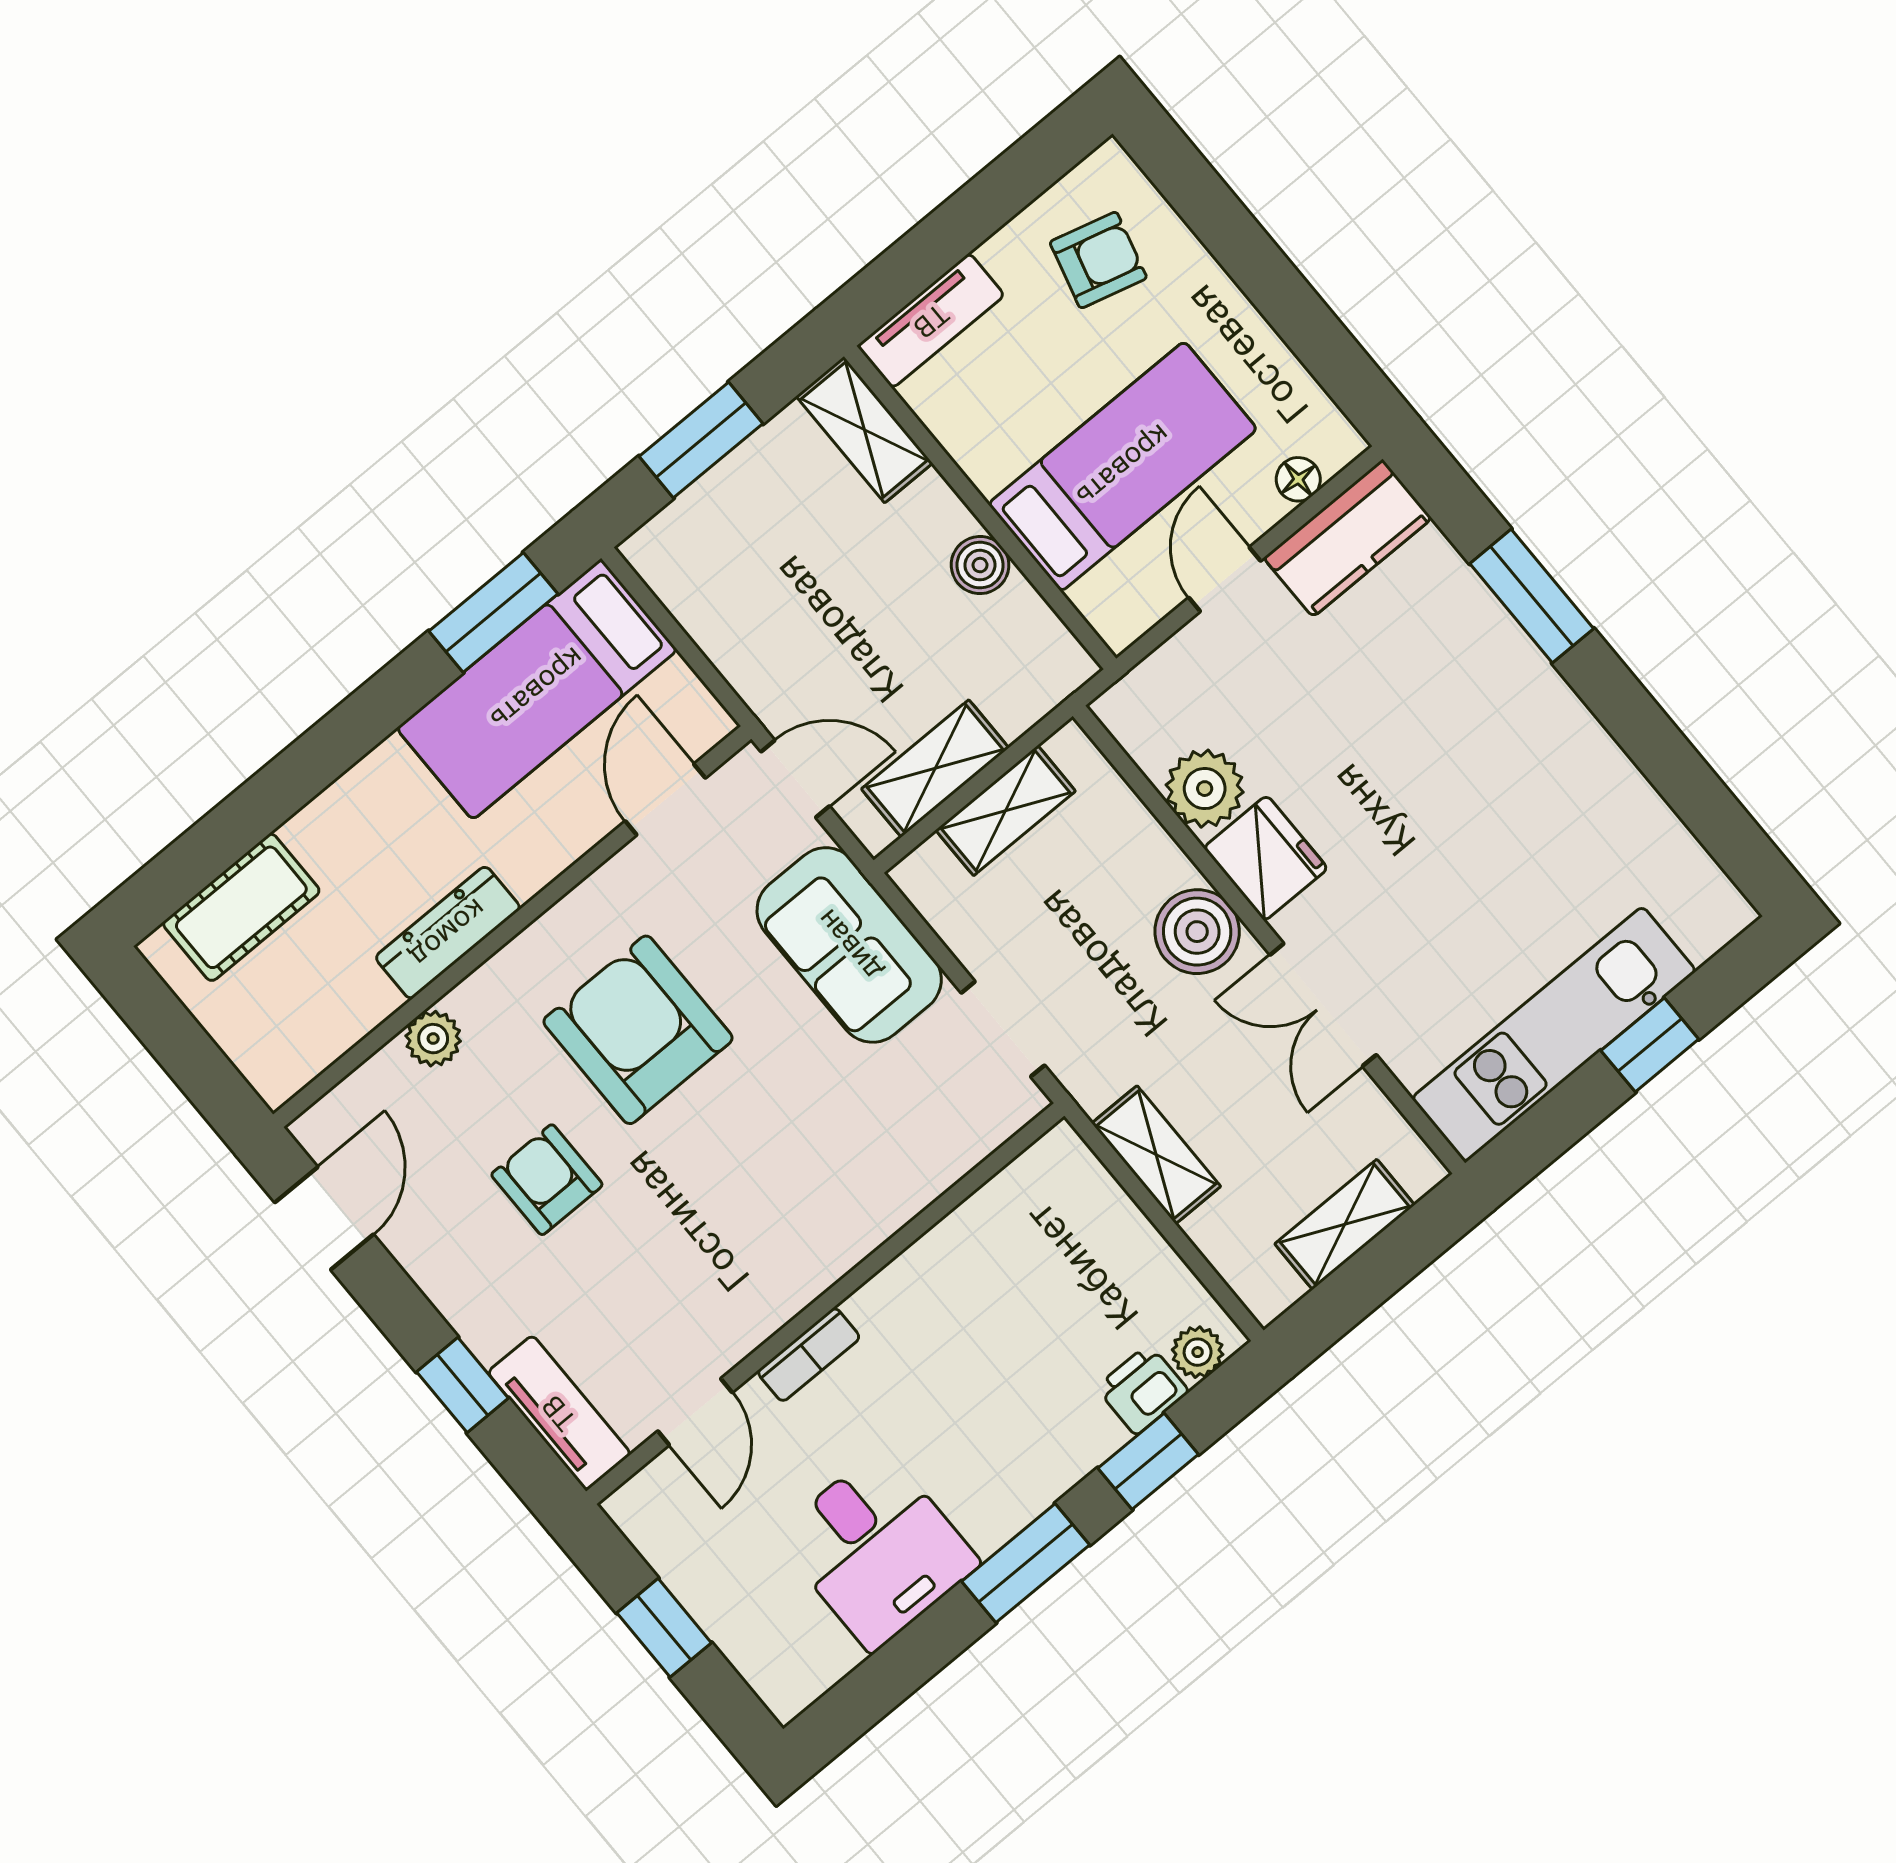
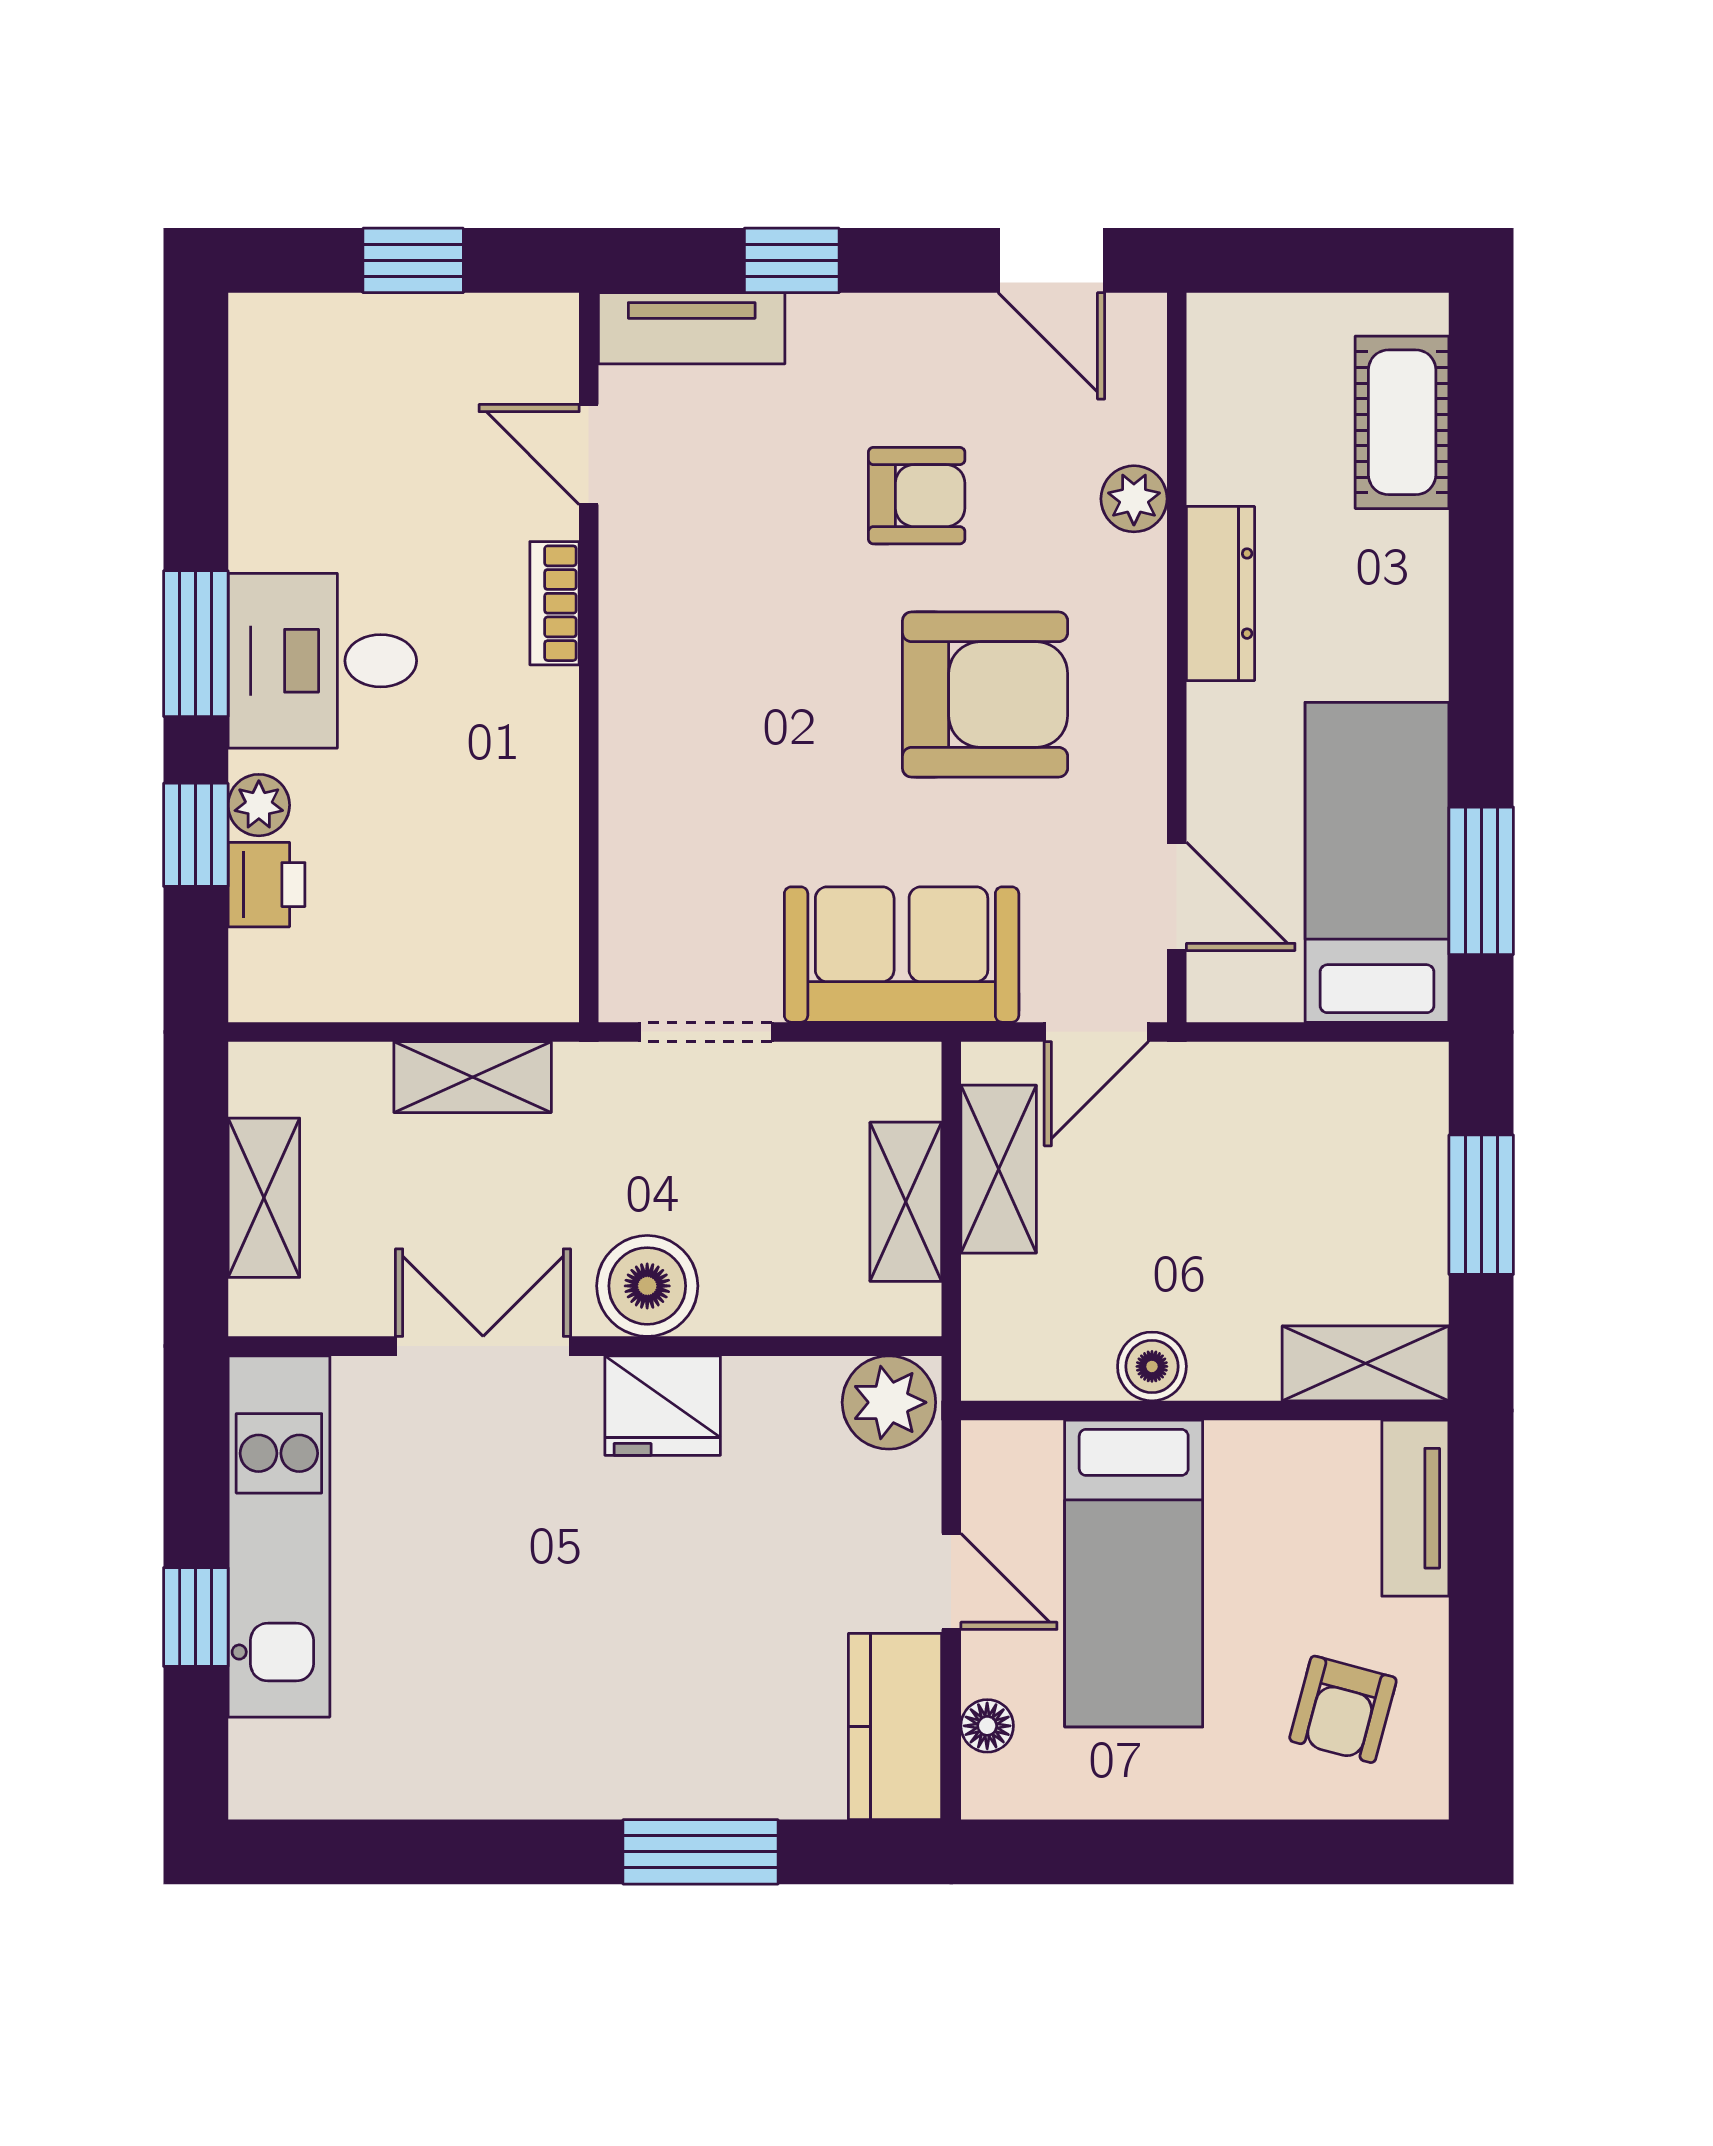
plant: (1205, 789) -> (889, 1402), moved
plant: (1198, 1352) -> (259, 805), moved
desk: (877, 1549) -> (322, 661), moved

